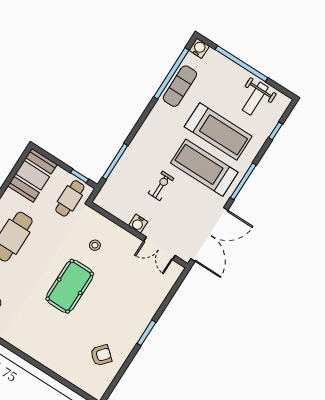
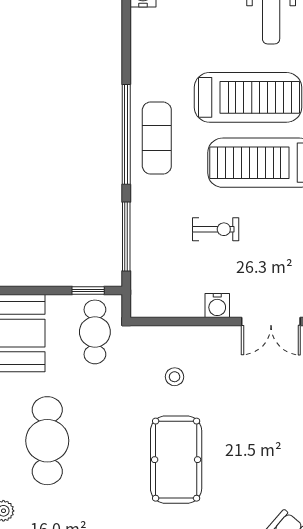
window: (171, 73) -> (126, 134), moved
exercise mat: (180, 86) -> (157, 138), moved
exercise bike: (161, 186) -> (216, 229), turned 90

